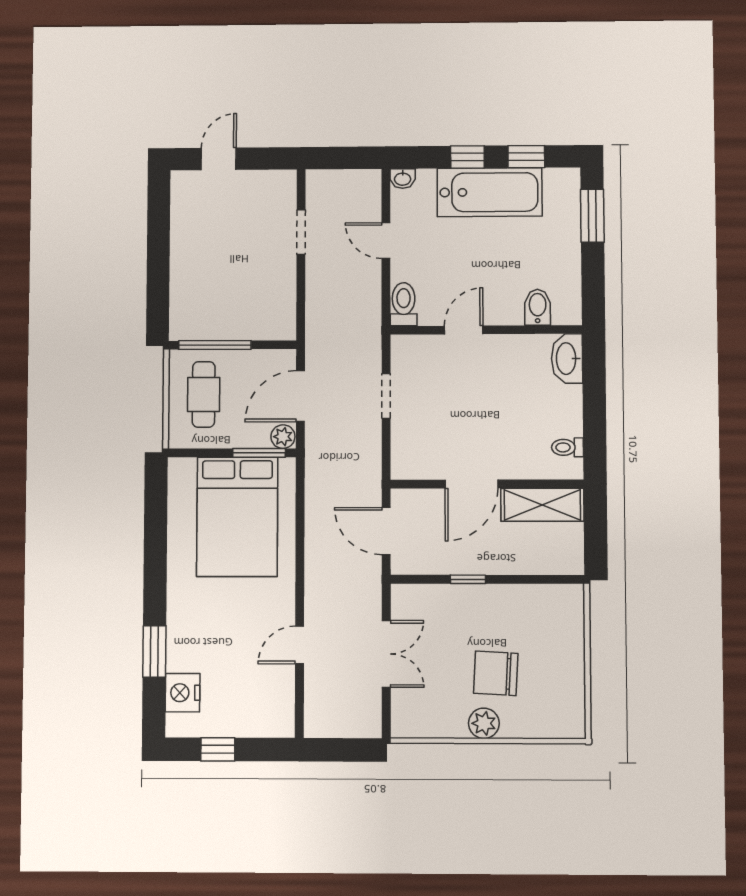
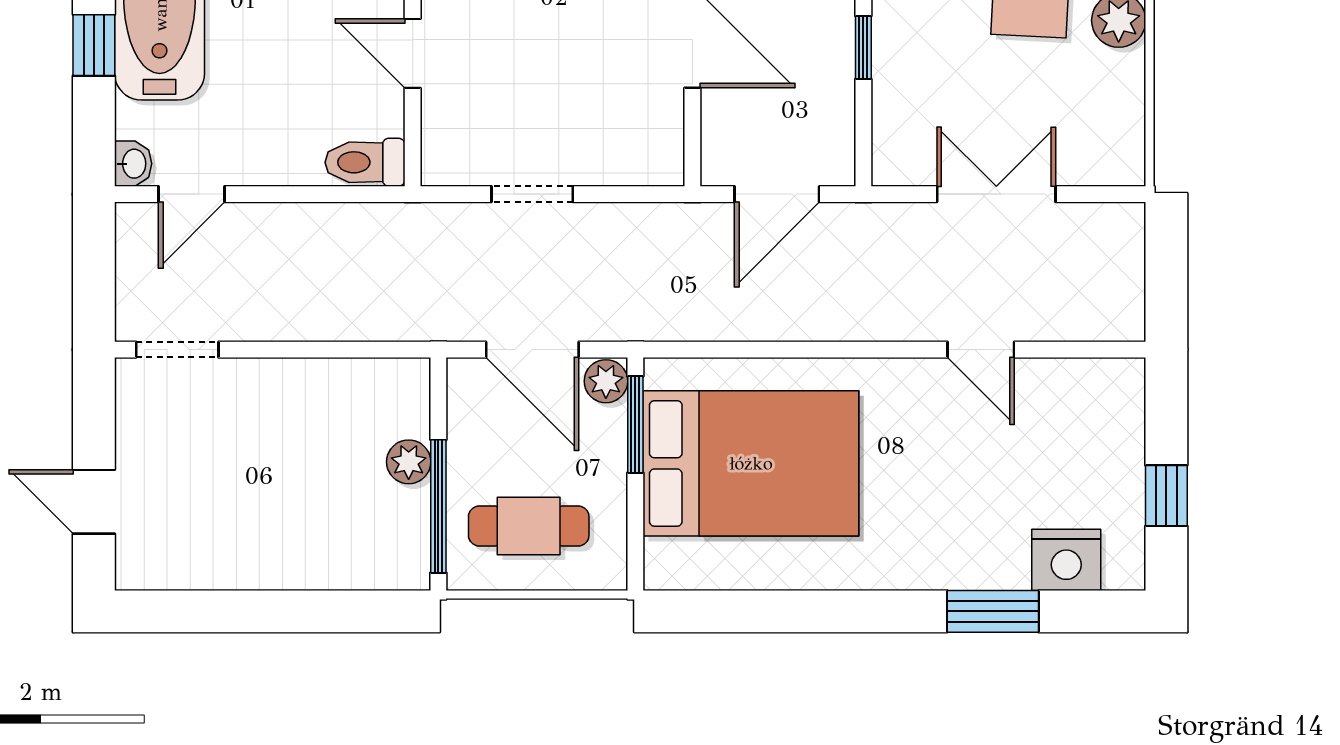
doorway: (301, 232) -> (177, 350), moved
door: (386, 241) -> (192, 194), moved
plant: (239, 329) -> (409, 462), added

